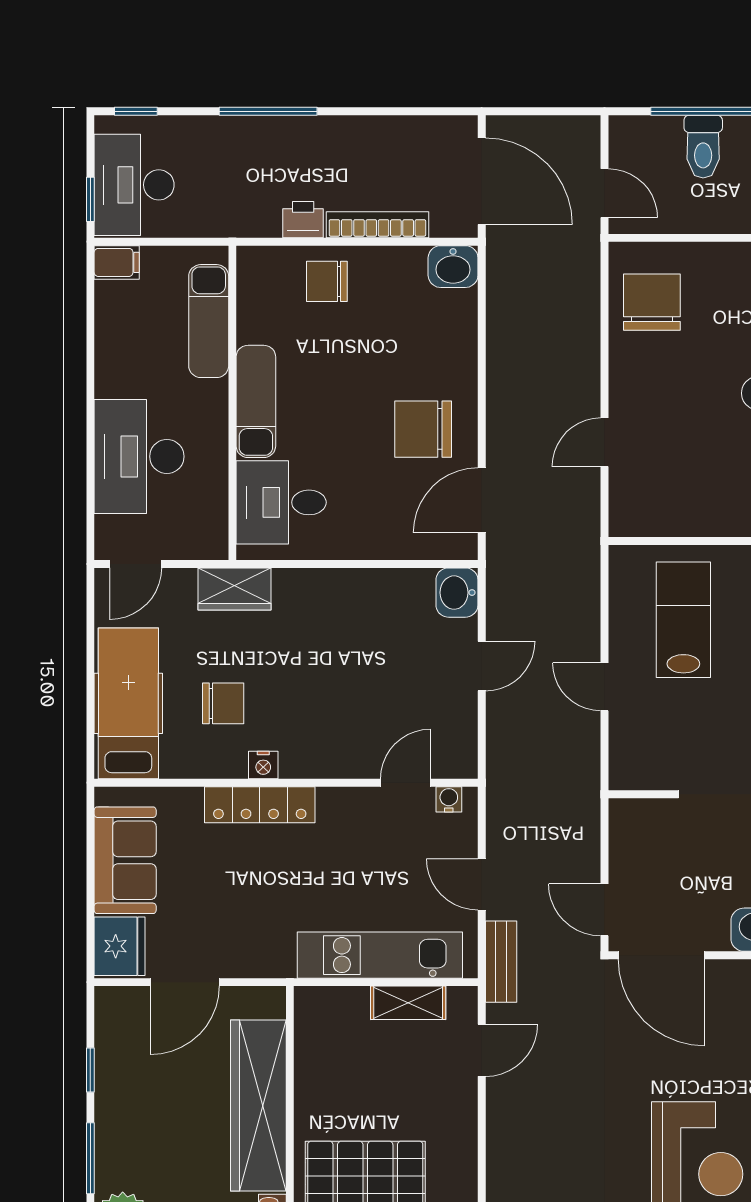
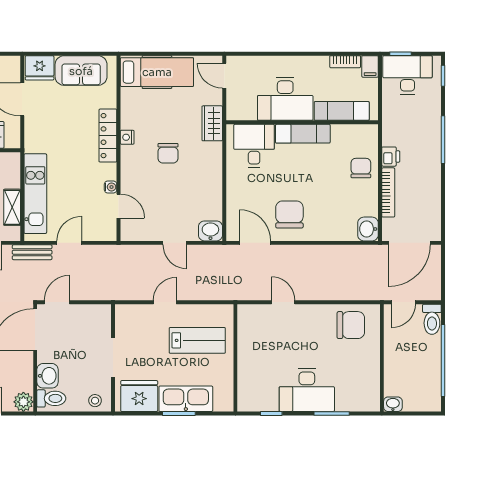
toilet: (703, 147) -> (432, 319), moved, turned -90
bookcase: (107, 314) -> (345, 62), added
desk: (139, 456) -> (285, 99), moved, turned 180
chair: (223, 703) -> (168, 153), moved
water cooler: (449, 799) -> (111, 187), moved

